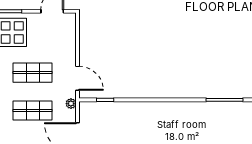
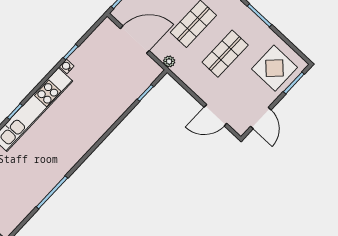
door: (78, 78) -> (215, 115), moved

